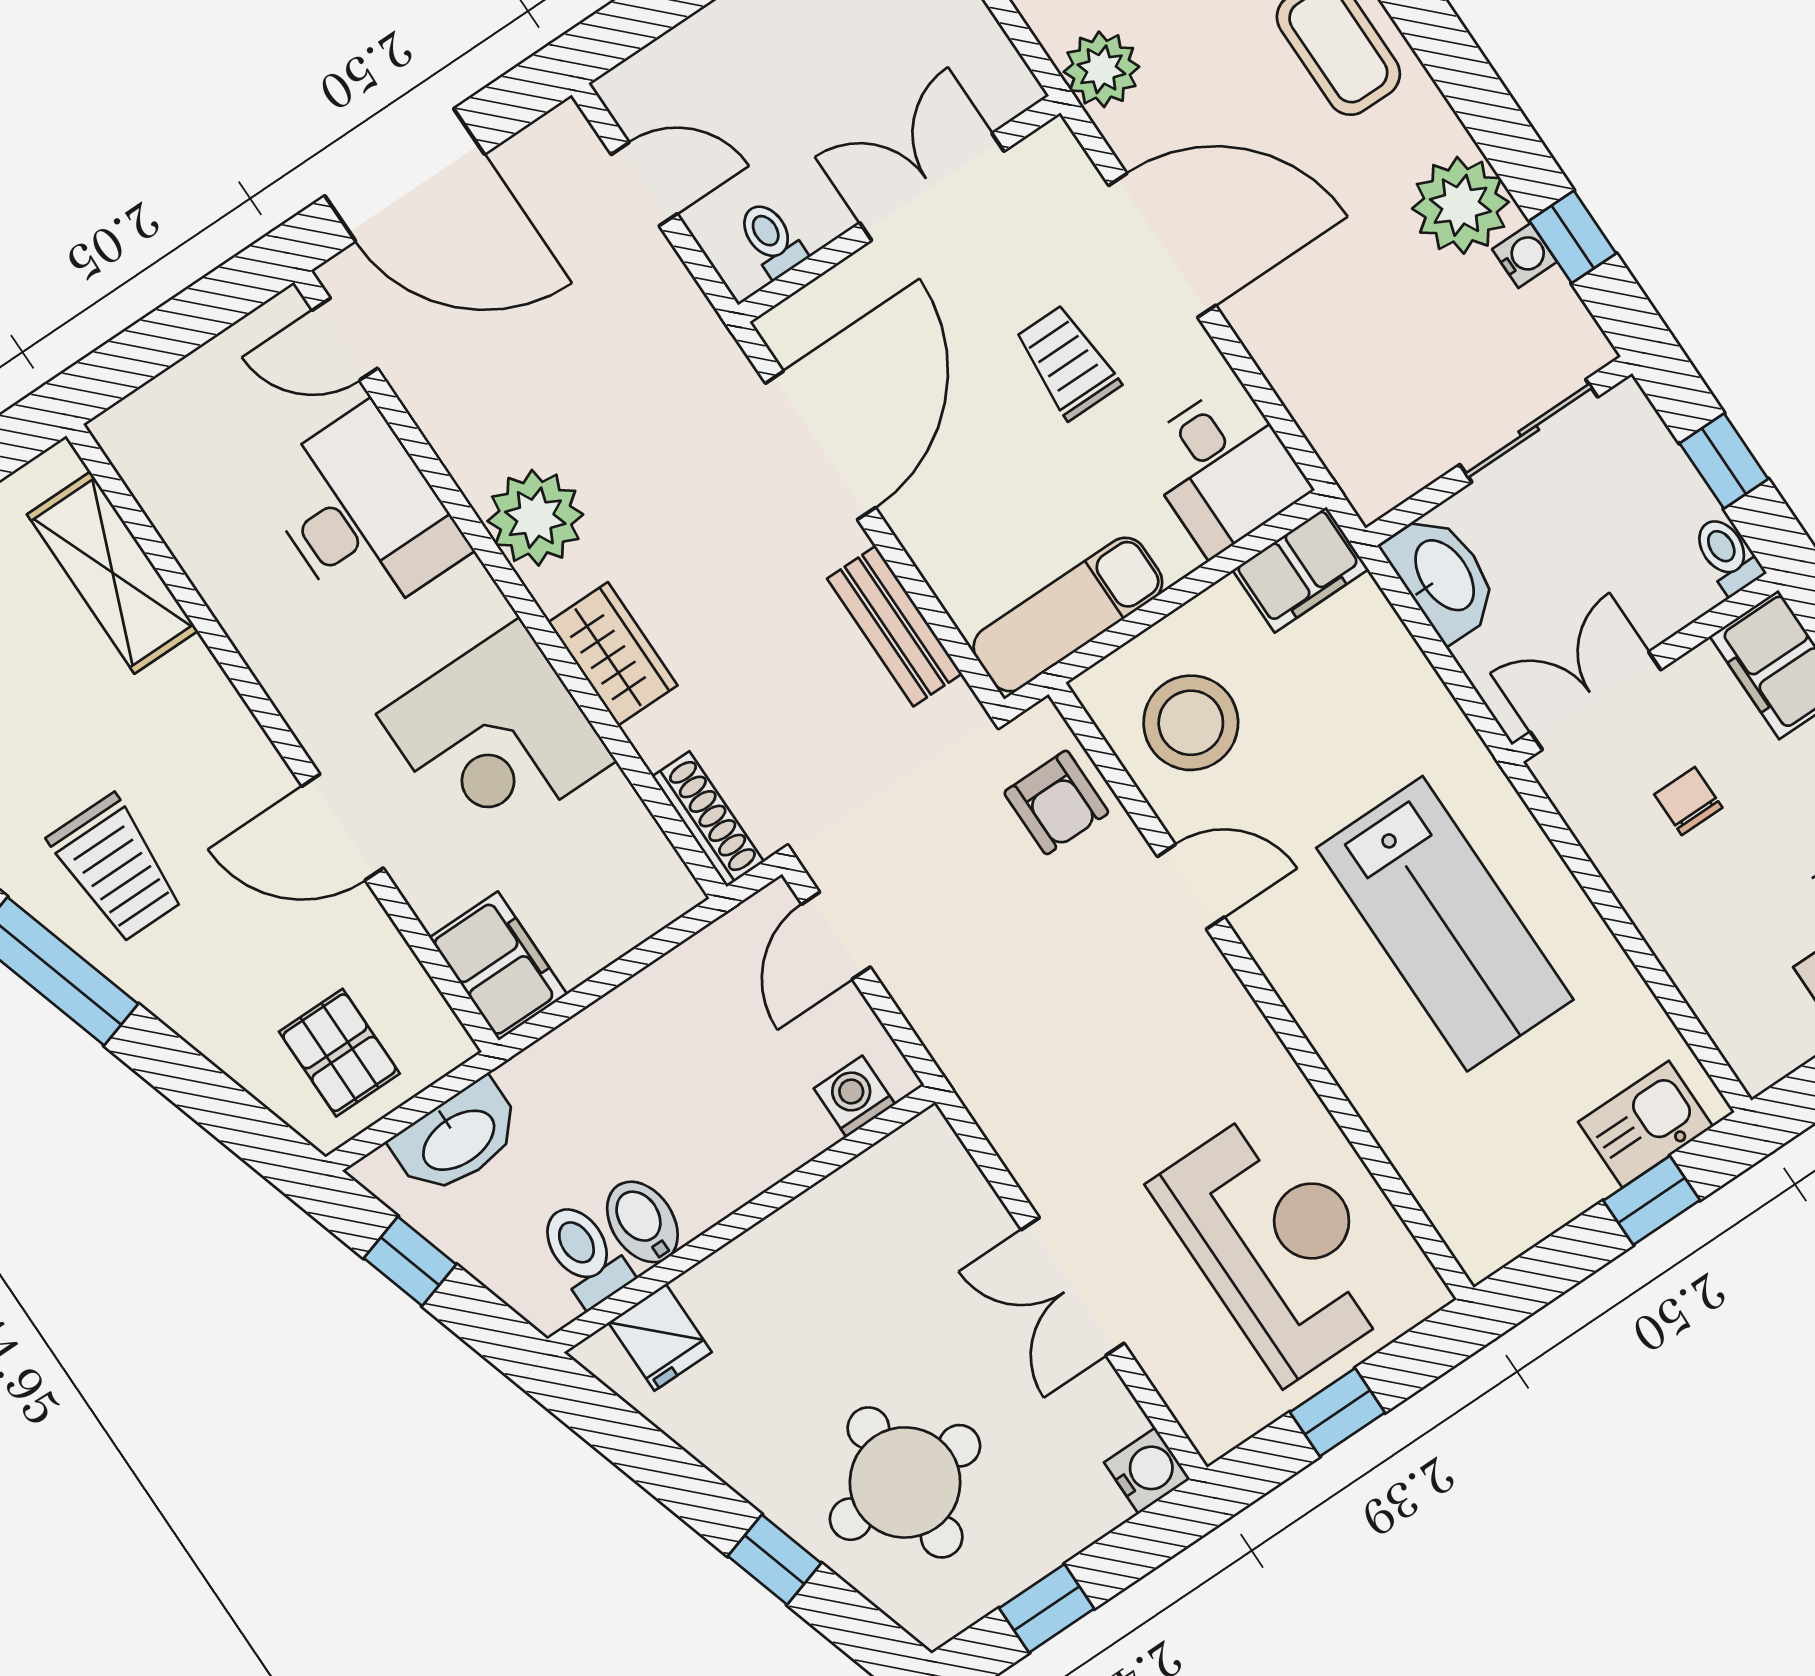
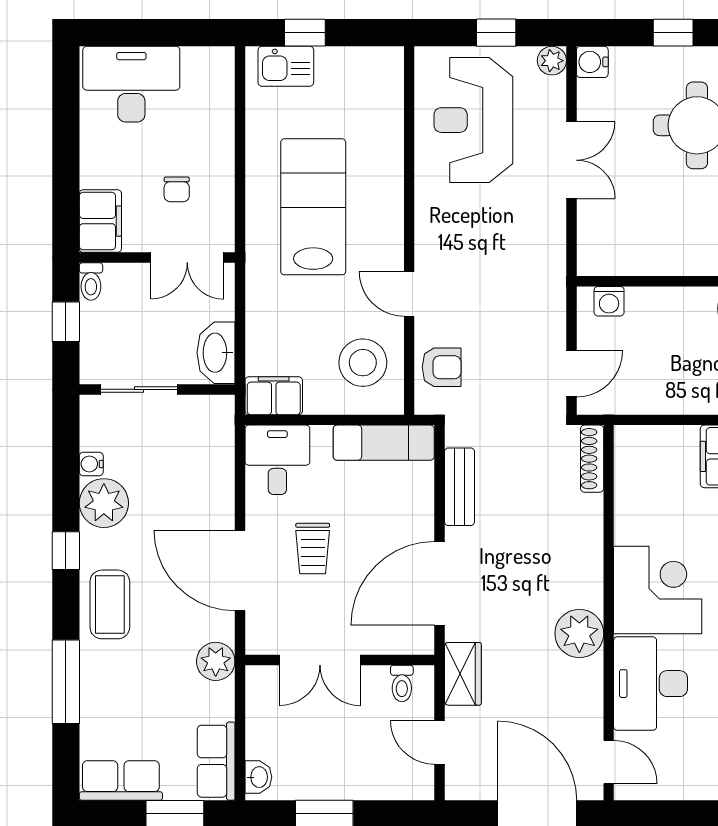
window: (1573, 237) -> (66, 551), moved
wardrobe: (613, 654) -> (463, 674), moved, turned 180
corner desk: (496, 737) -> (658, 590), moved
armchair: (1056, 802) -> (442, 367), turned 90
plant: (1215, 1428) -> (552, 61), added

